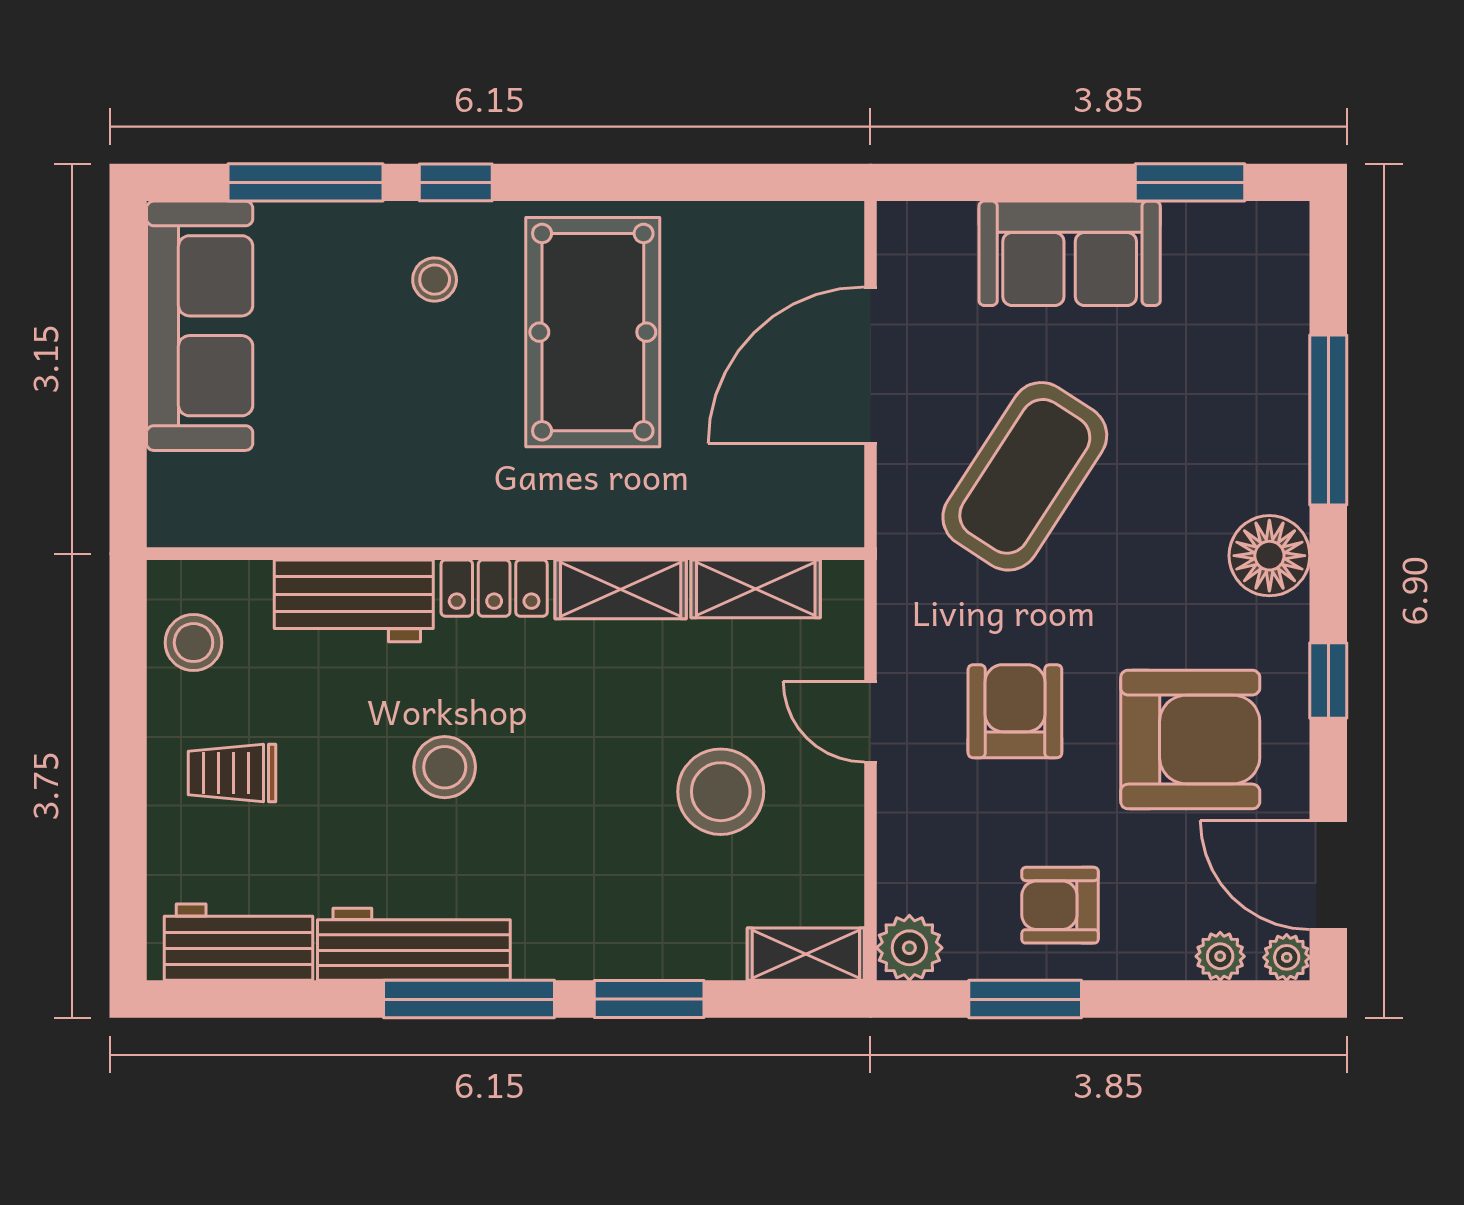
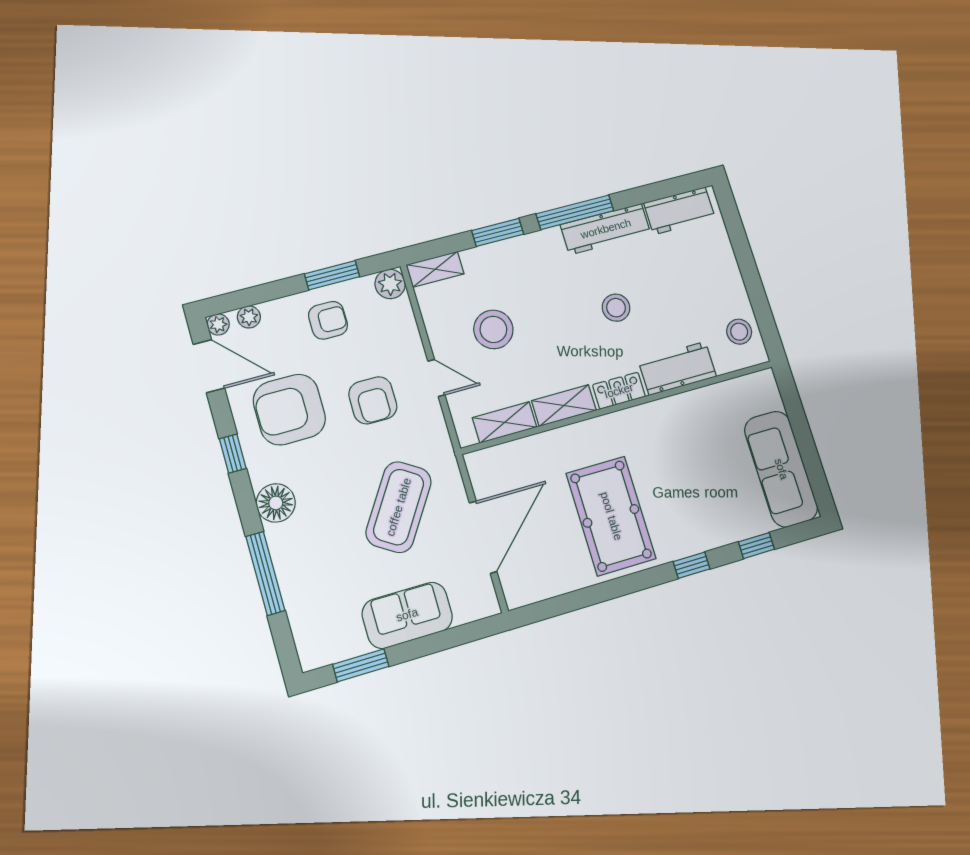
window: (306, 182) -> (756, 546), width x0.46
stool: (435, 280) -> (687, 519), removed
trolley: (232, 773) -> (705, 281), removed

